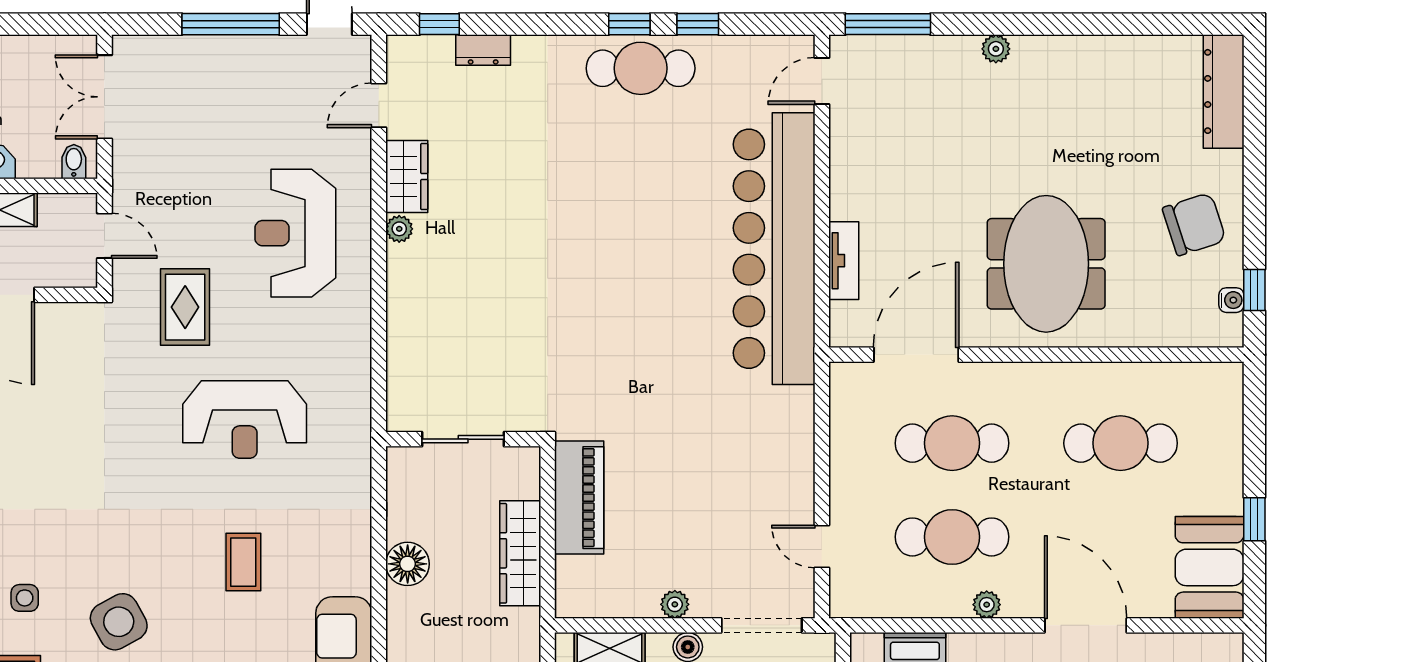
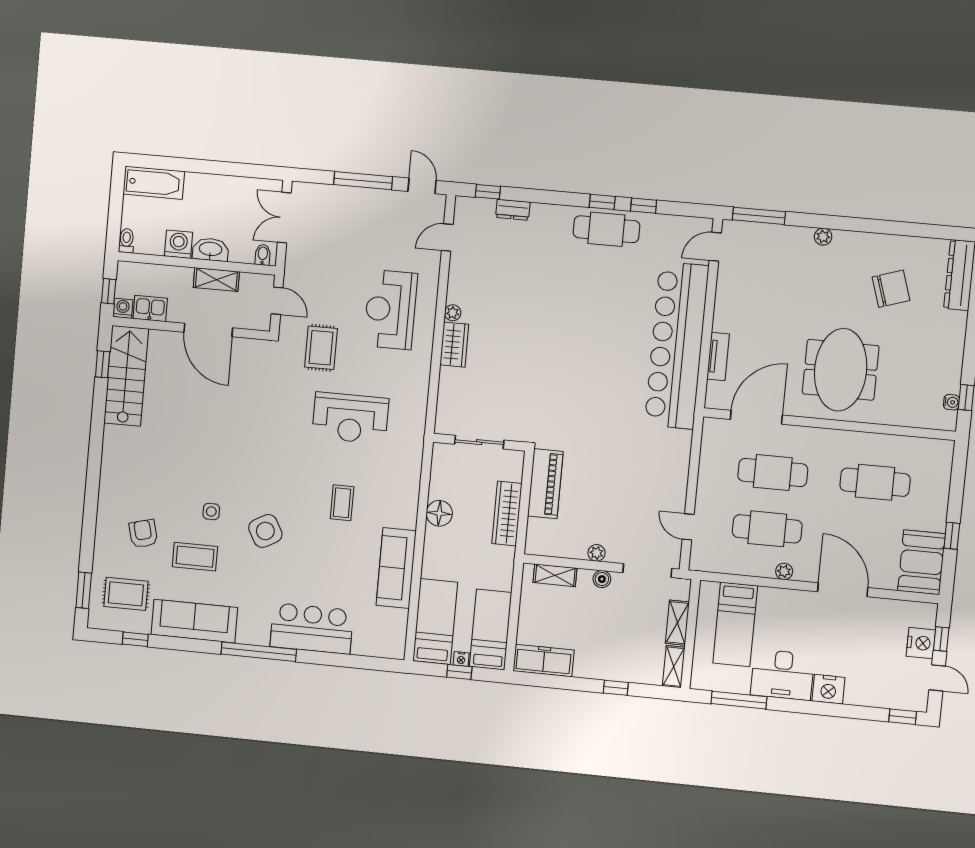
wardrobe: (407, 177) -> (454, 345), moved
chair: (1194, 224) -> (891, 289), moved

